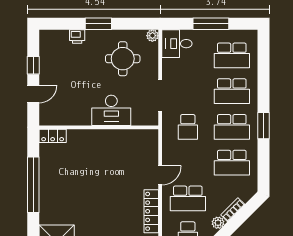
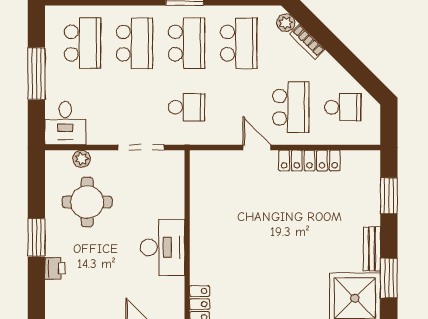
plant: (152, 36) -> (82, 159), moved
desk: (111, 110) -> (162, 247), moved
plant: (218, 223) -> (286, 23), moved

